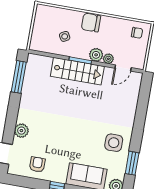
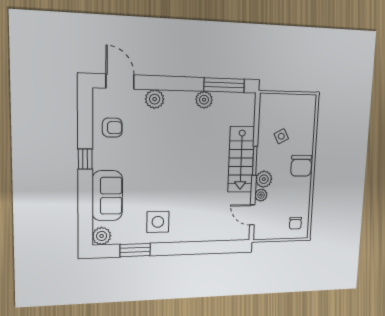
chair: (91, 23) -> (301, 166), turned 180
plant: (27, 94) -> (204, 100), added

